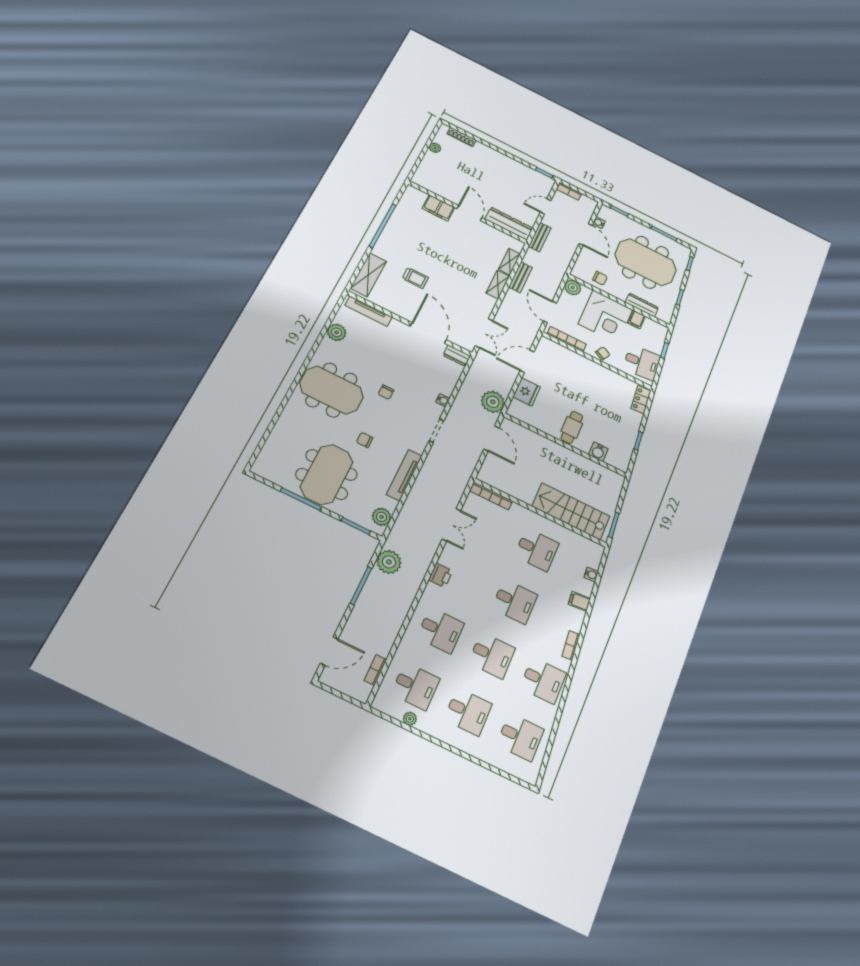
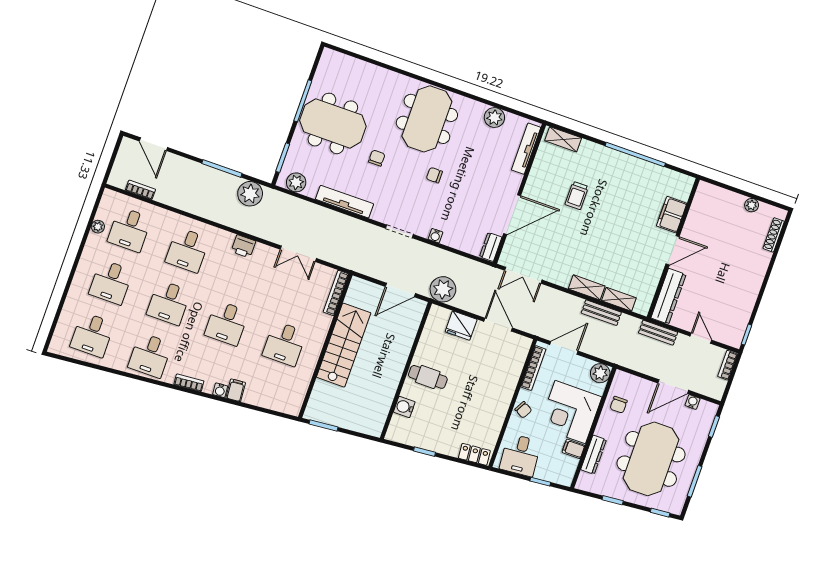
shelving: (368, 275) -> (563, 139), width x0.67, depth x0.75
stairs: (571, 511) -> (344, 345), moved
water cooler: (591, 574) -> (220, 390), moved

